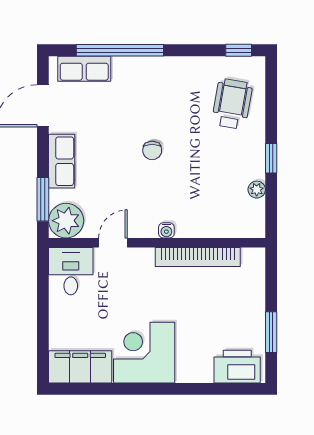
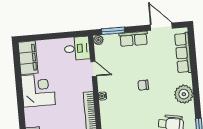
window: (120, 50) -> (194, 64), removed
row of seats: (84, 69) -> (183, 53), width x1.48
plant: (176, 74) -> (184, 94), added
plant: (66, 221) -> (98, 40), width x0.53, depth x0.53

